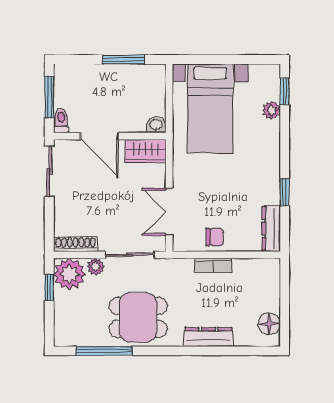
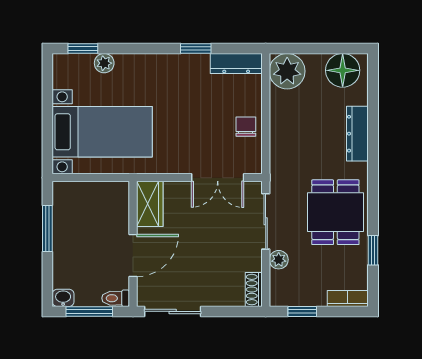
washbasin: (156, 125) -> (63, 298), moved, turned 90
shoe rack: (76, 244) -> (254, 290), width x0.70
bookcase: (213, 265) -> (348, 298), moved, turned -90
plant: (70, 274) -> (287, 71), moved
floor lamp: (269, 324) -> (343, 70), width x1.38, depth x1.38
window: (104, 351) -> (373, 250), width x0.46

